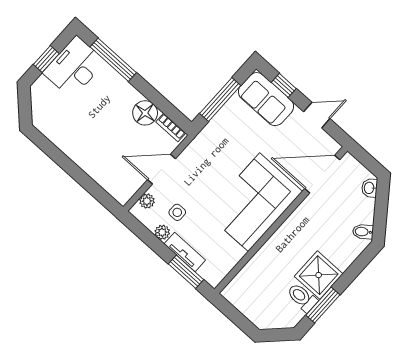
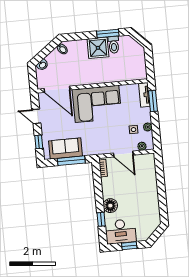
window: (113, 60) -> (101, 219), width x0.46
sofa: (266, 99) -> (65, 148), moved, turned -90
floor lamp: (145, 113) -> (110, 206), moved
tv unit: (185, 252) -> (144, 95), moved

